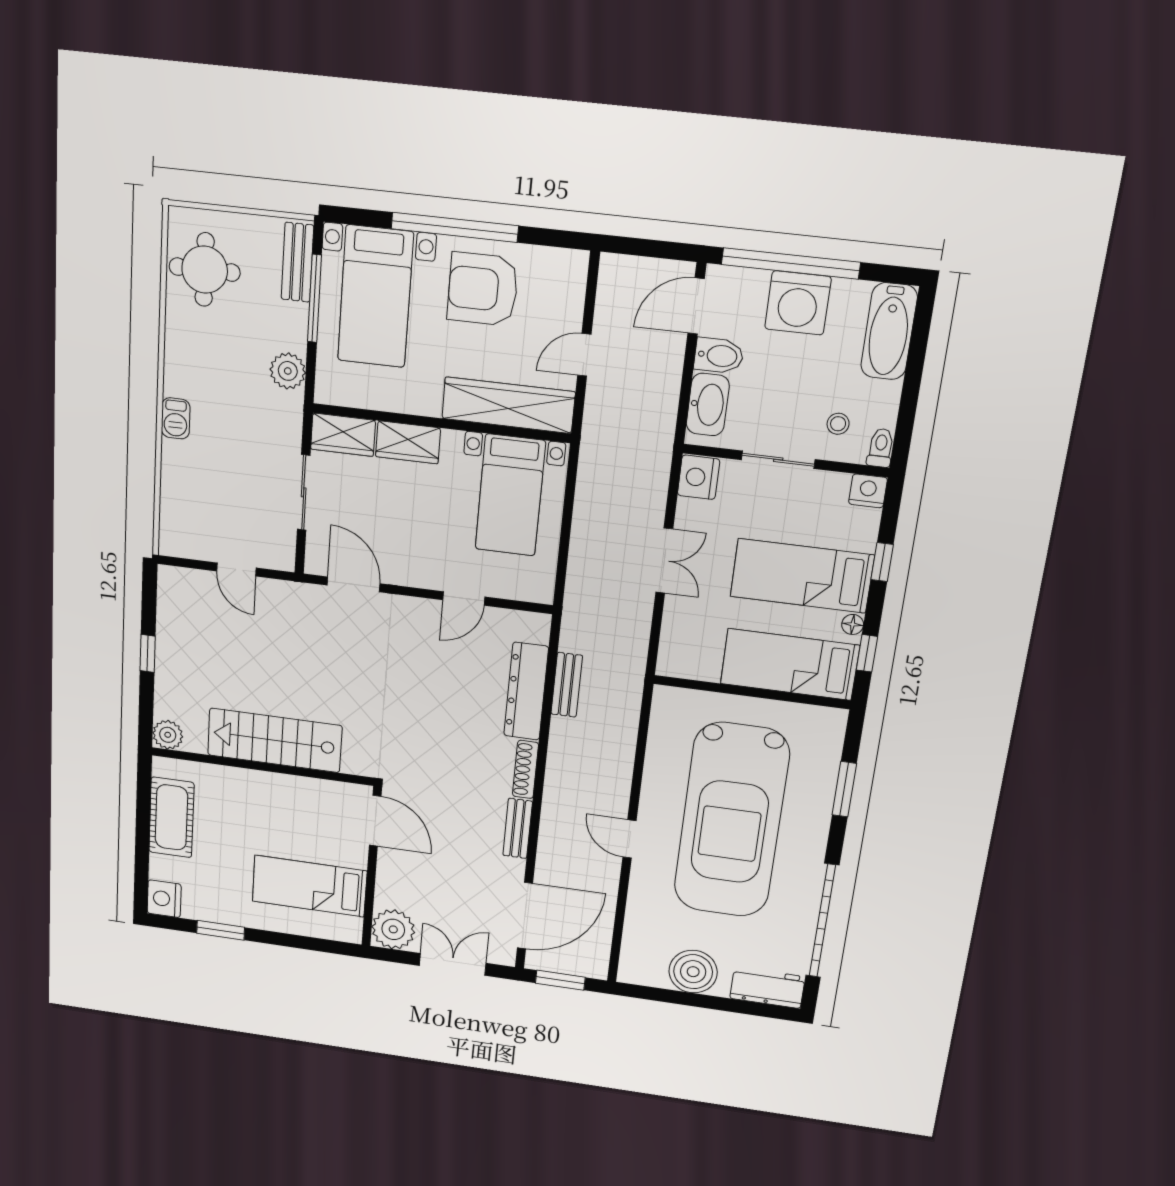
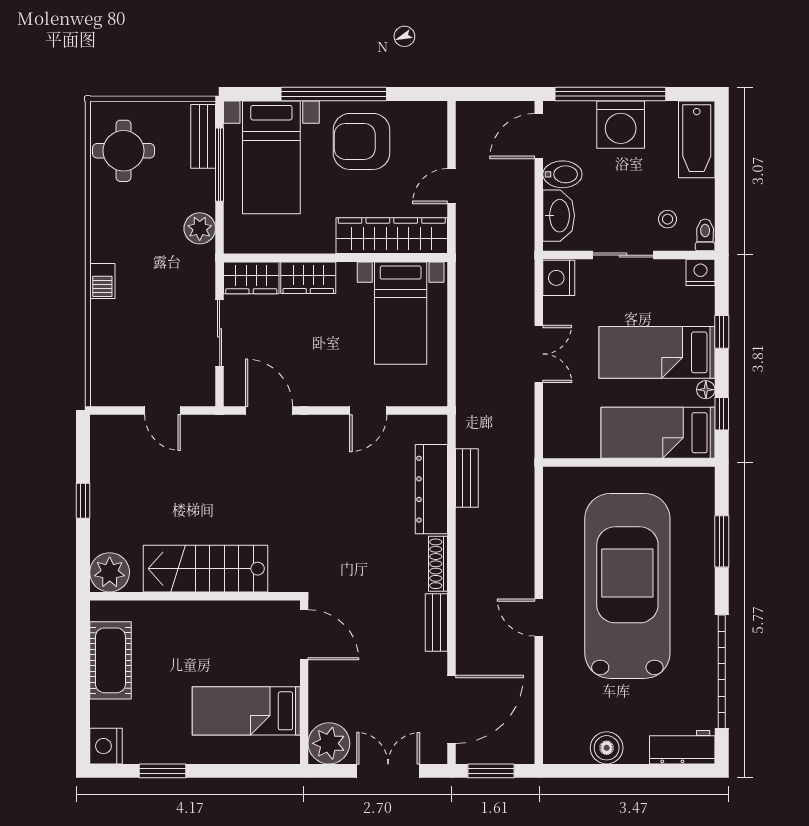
plant: (168, 735) -> (110, 572), width x1.36, depth x1.36
car: (731, 821) -> (627, 586), turned 180
boiler: (693, 972) -> (607, 748), width x0.73, depth x0.73

